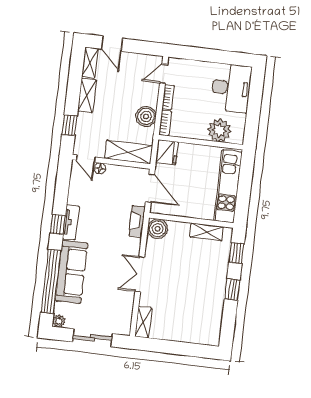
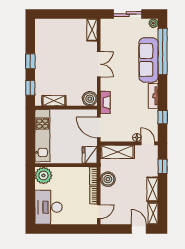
plant: (219, 130) -> (43, 175), moved
window: (58, 224) -> (163, 117), moved

